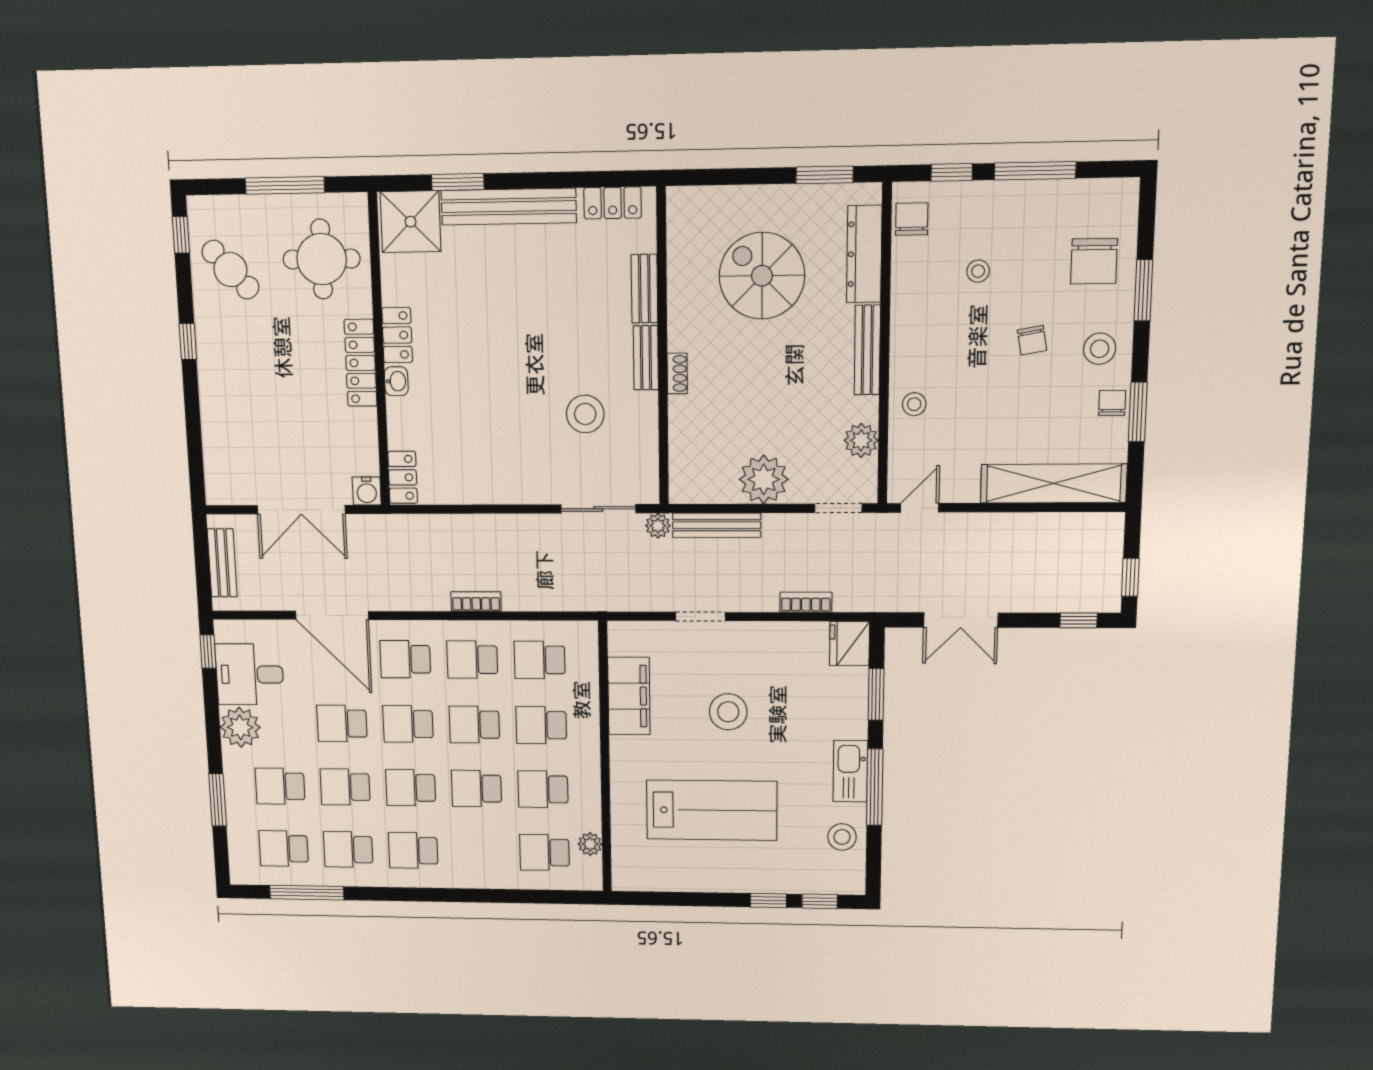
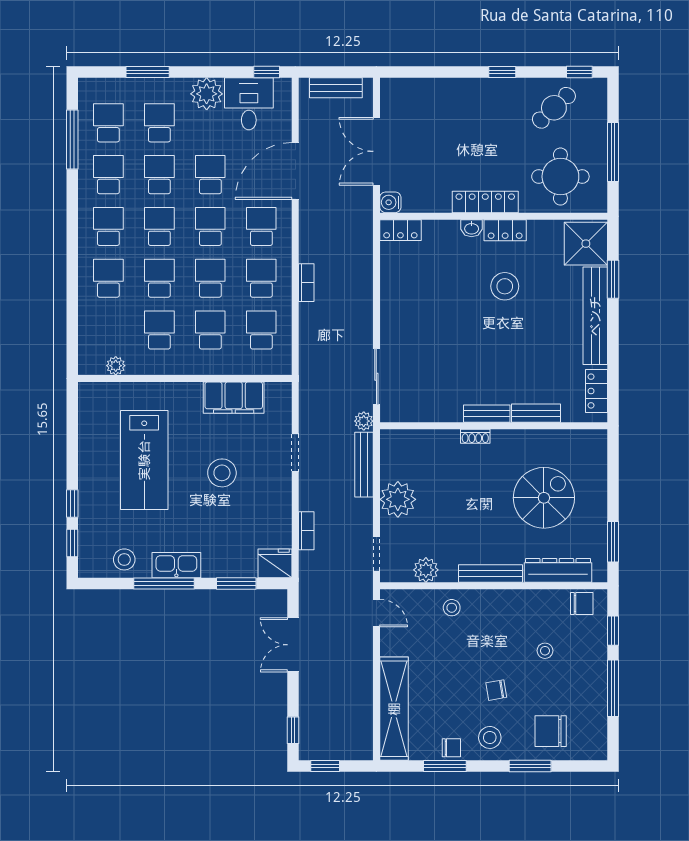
stool: (585, 414) -> (505, 286), moved
school desk: (544, 852) -> (108, 278), moved

